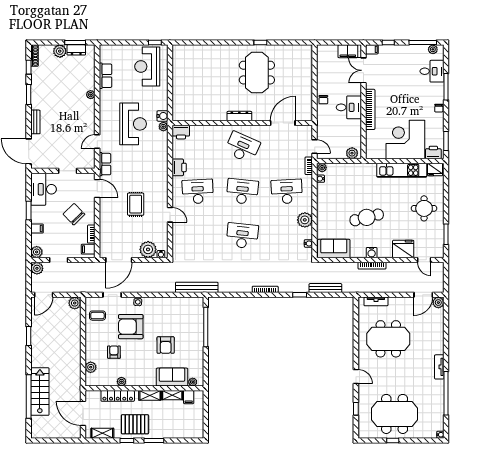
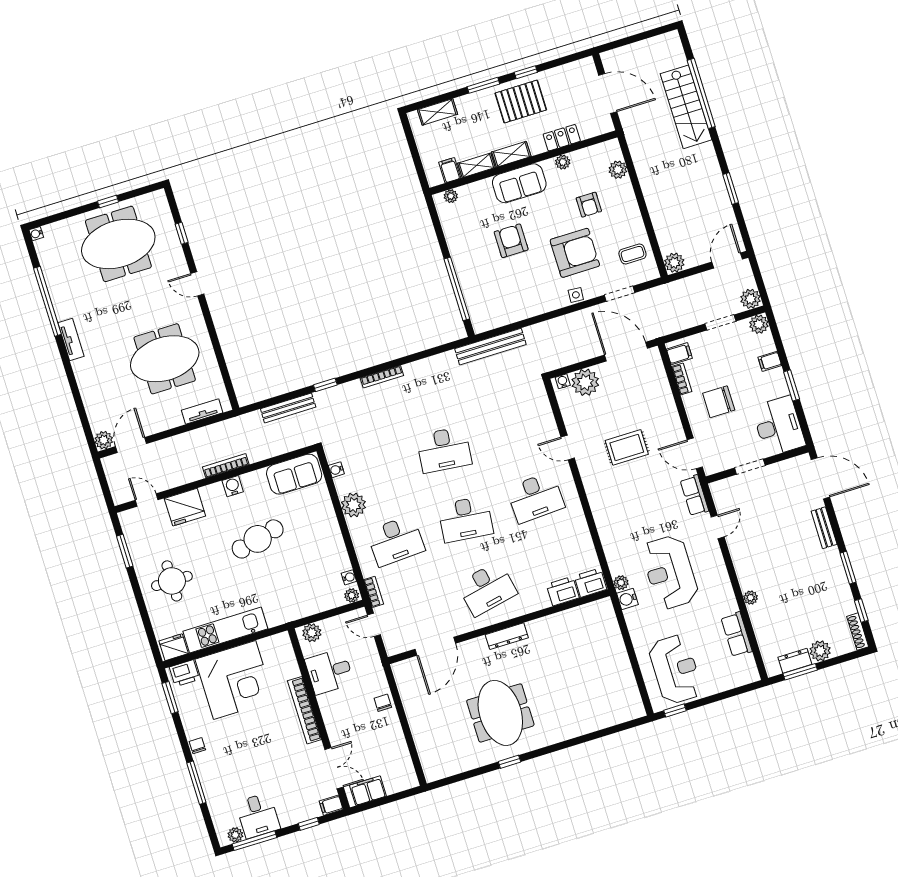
desk: (432, 71) -> (258, 815), moved, turned -90
desk: (349, 107) -> (329, 671), moved
desk: (242, 147) -> (487, 589), turned -36
printer: (179, 167) -> (563, 591), moved, turned 90
rug: (136, 204) -> (627, 447), turned 90
chair: (74, 214) -> (719, 402), turned 134
door: (119, 260) -> (626, 352), hinge flipped
sofa: (172, 377) -> (519, 183), moved
locker: (118, 396) -> (562, 138), width x0.66
shelving: (102, 433) -> (437, 112), moved

